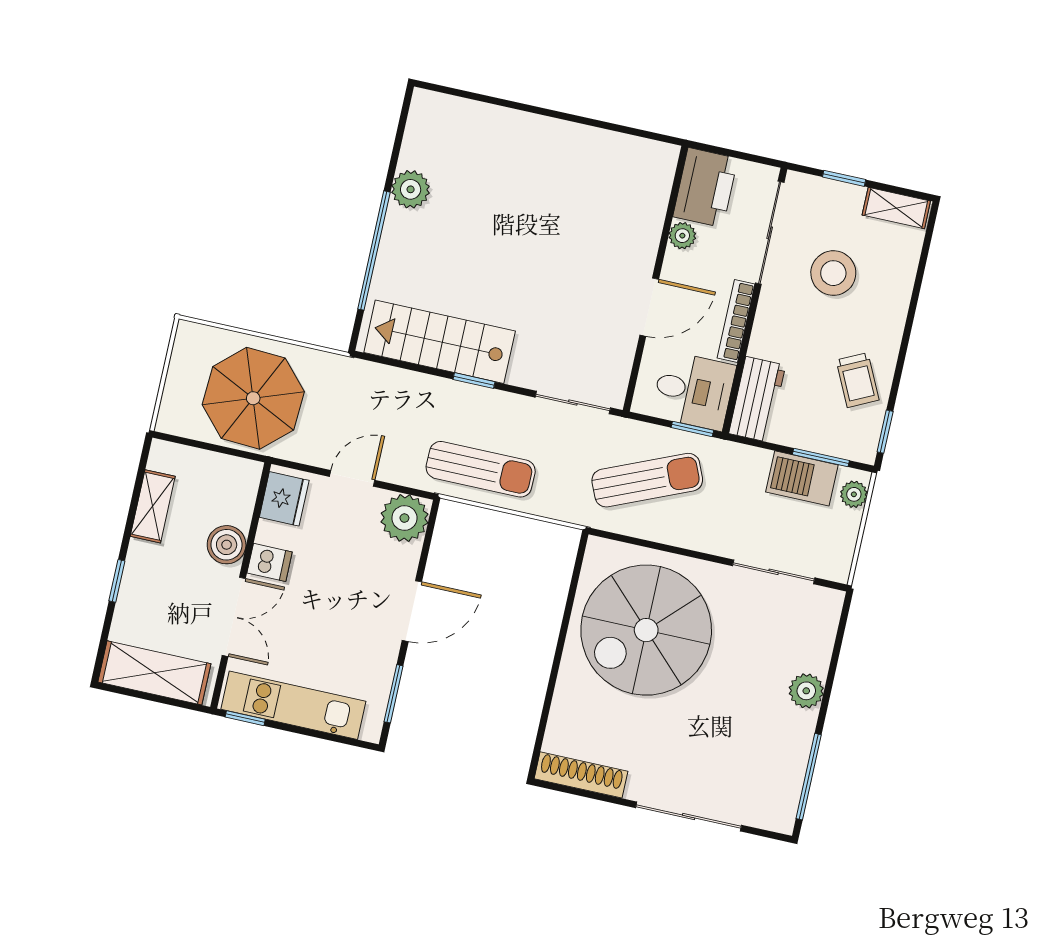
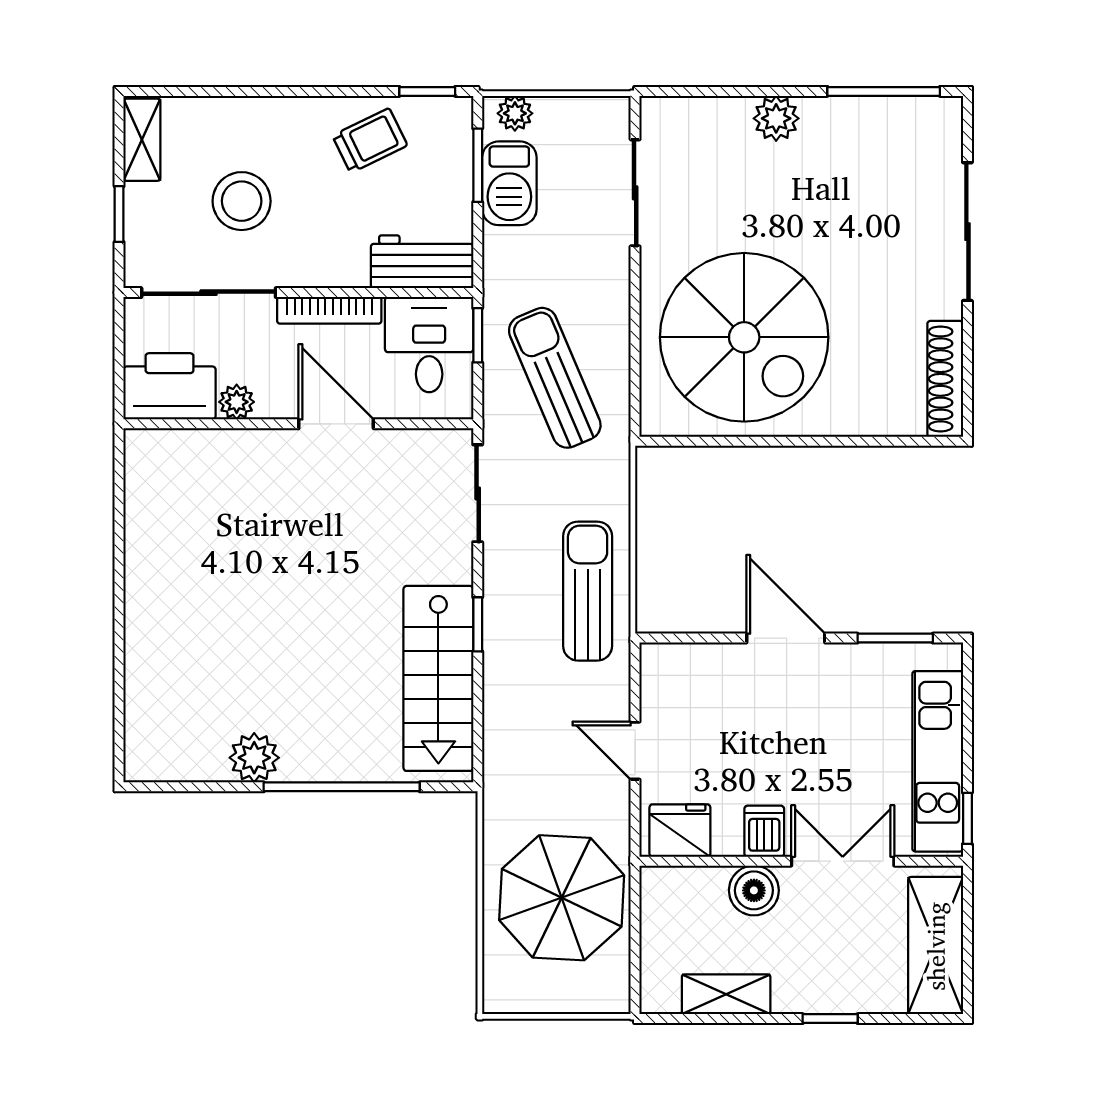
plant: (404, 518) -> (670, 673), removed

